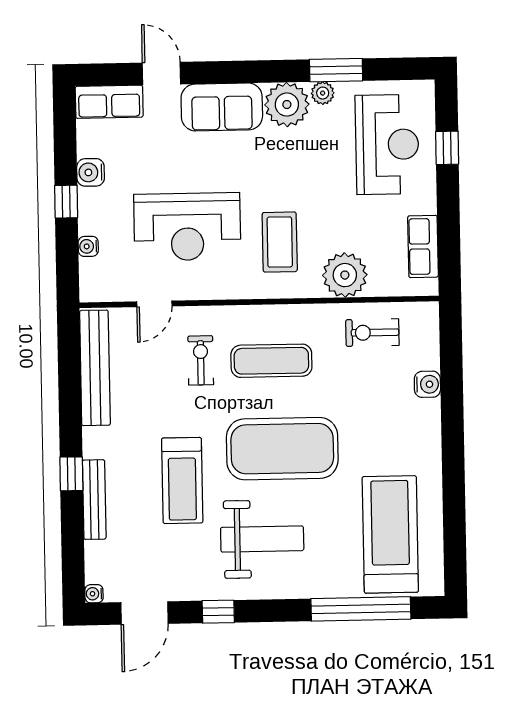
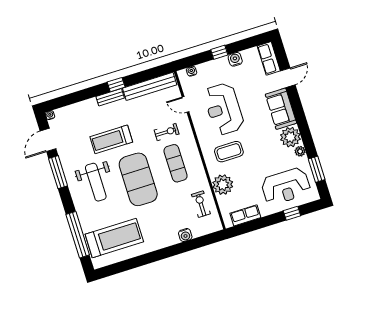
window: (336, 70) -> (317, 169), moved
water cooler: (88, 246) -> (192, 71), moved
window: (71, 474) -> (116, 85), moved
bench: (94, 500) -> (110, 97), moved, width x0.73
window: (218, 612) -> (58, 172), width x2.17
door: (144, 613) -> (48, 140), hinge flipped

